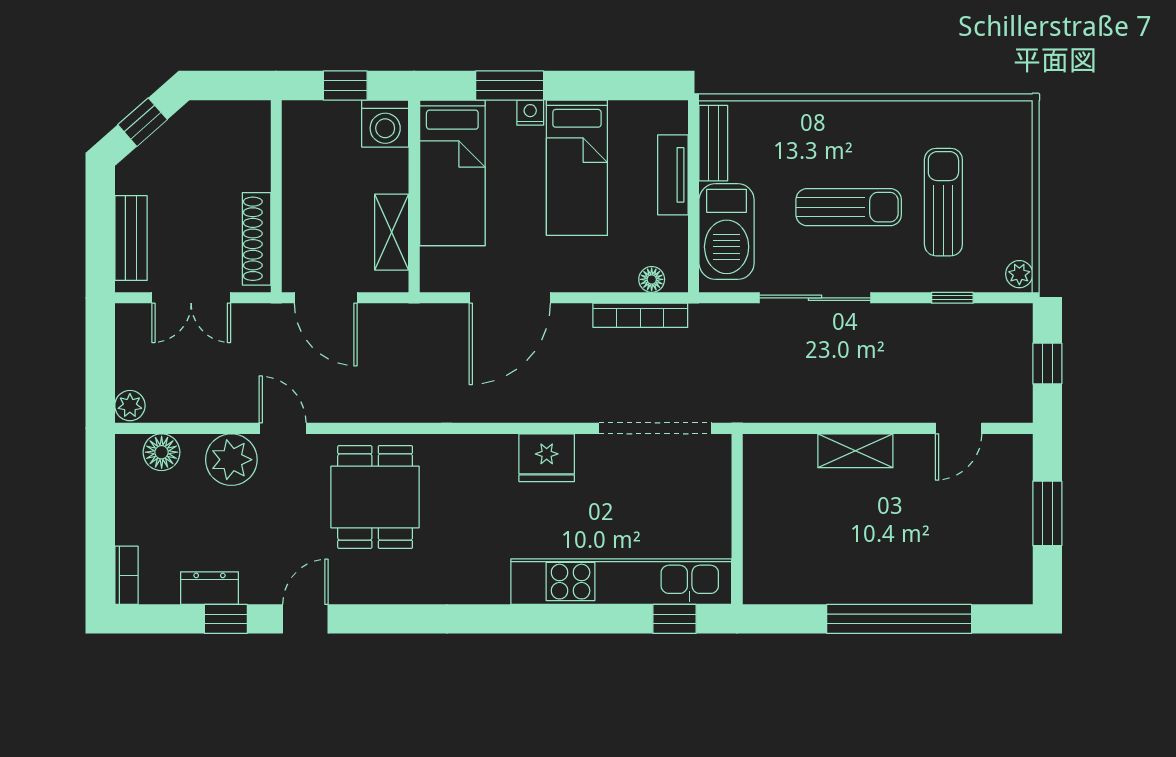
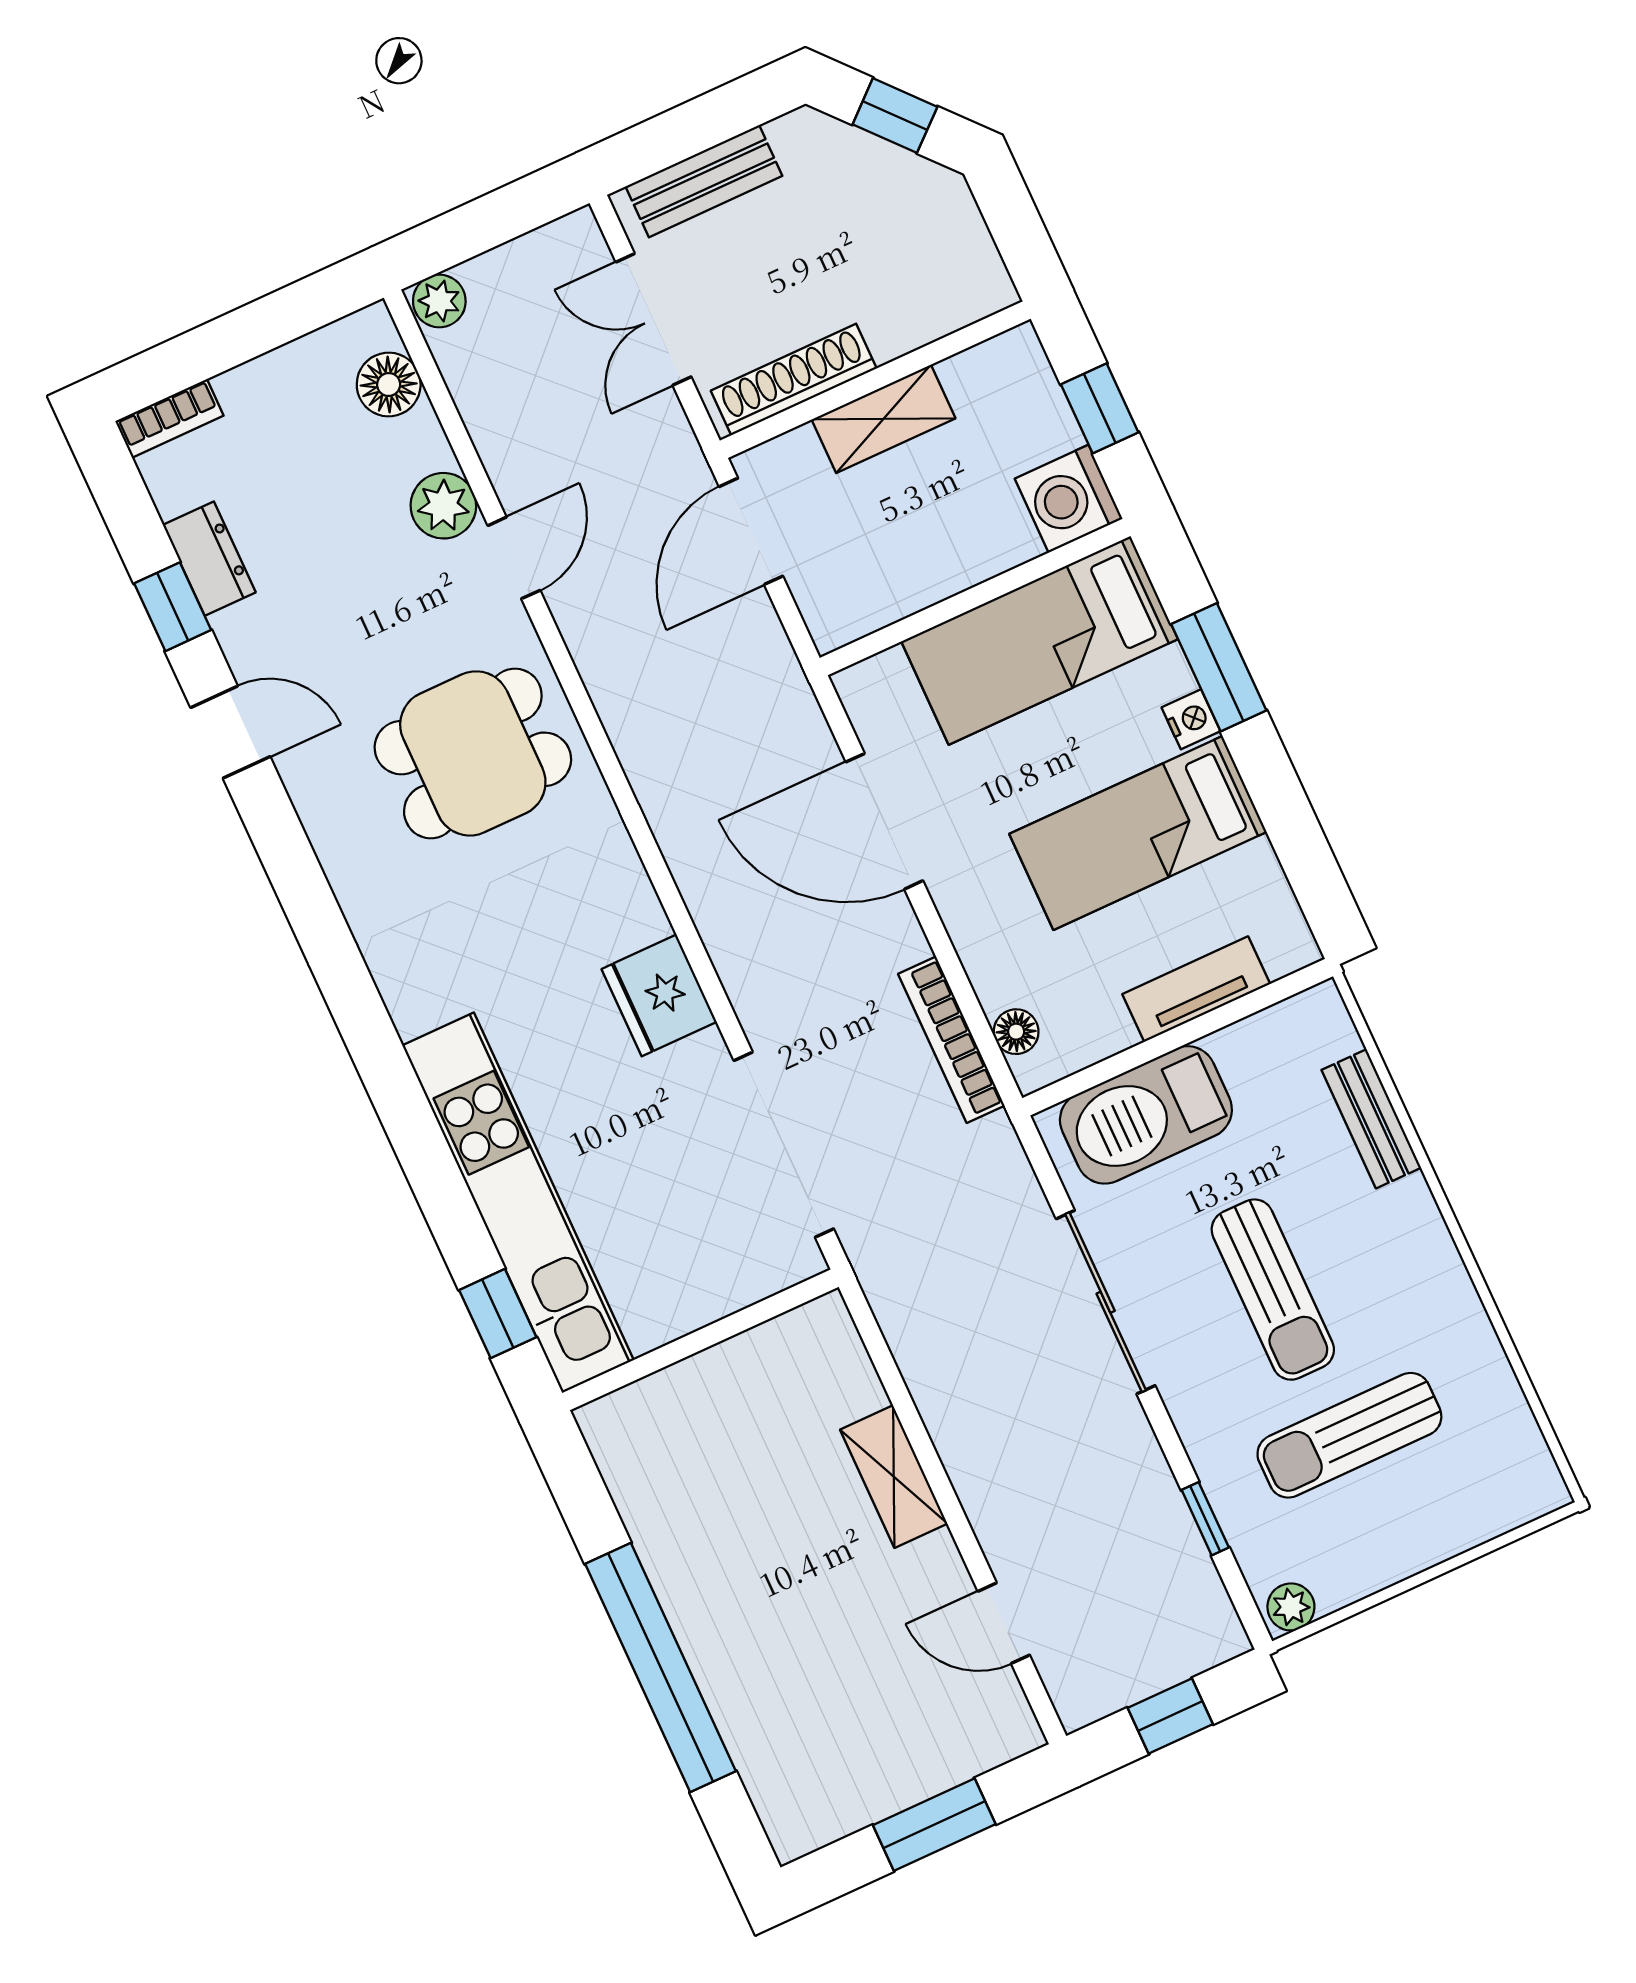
bench: (713, 143) -> (1371, 1119), moved, turned 90
sun lounger: (943, 202) -> (1349, 1435), turned 180
shelving: (392, 232) -> (883, 419), moved
plant: (231, 460) -> (443, 506), width x0.73, depth x0.73

